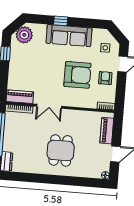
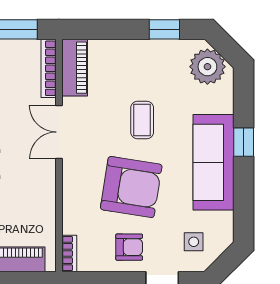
coffee table: (47, 67) -> (142, 120), added
armchair: (77, 75) -> (131, 187), turned -81

